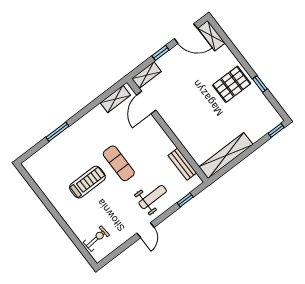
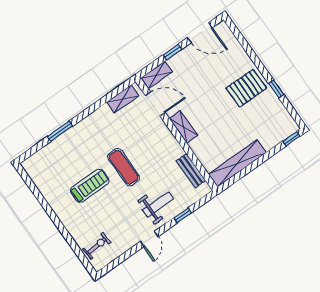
shelving: (211, 36) -> (183, 127), moved
door: (146, 103) -> (155, 104), swing flipped
window: (185, 200) -> (183, 215), moved

